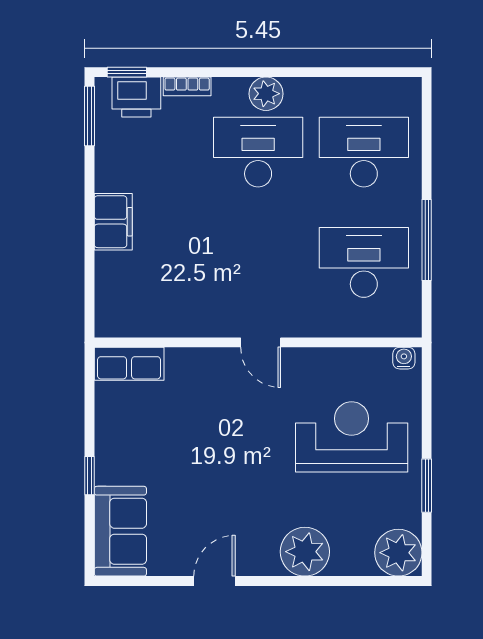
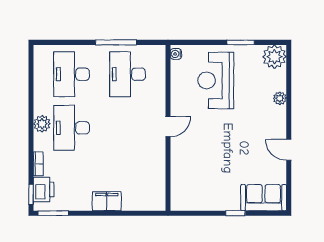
row of seats: (129, 364) -> (179, 193), removed
plant: (305, 552) -> (280, 98), width x0.53, depth x0.53

